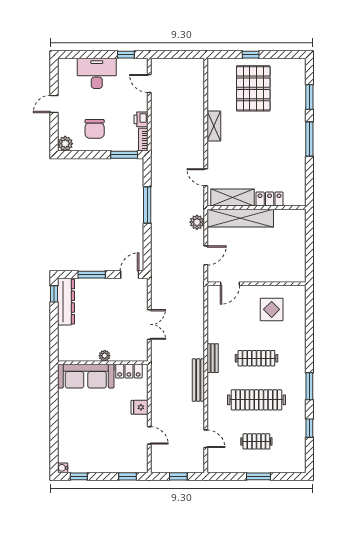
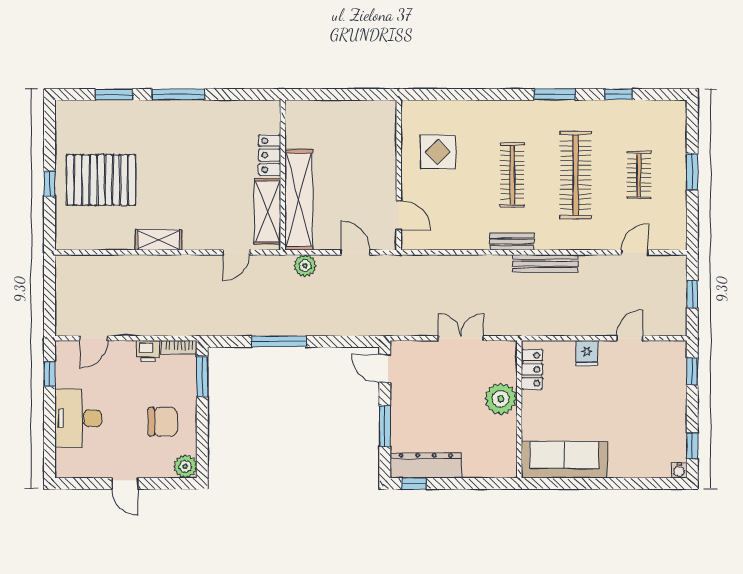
plant: (105, 356) -> (501, 399), width x1.88, depth x1.88
sofa: (86, 376) -> (564, 460), moved, turned -90

